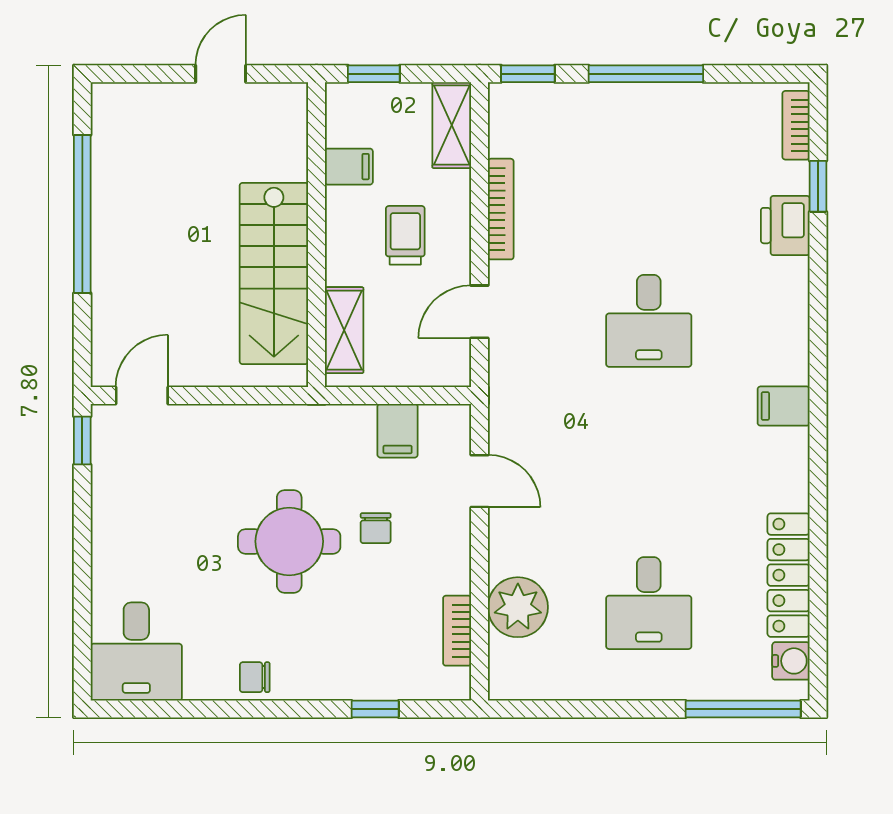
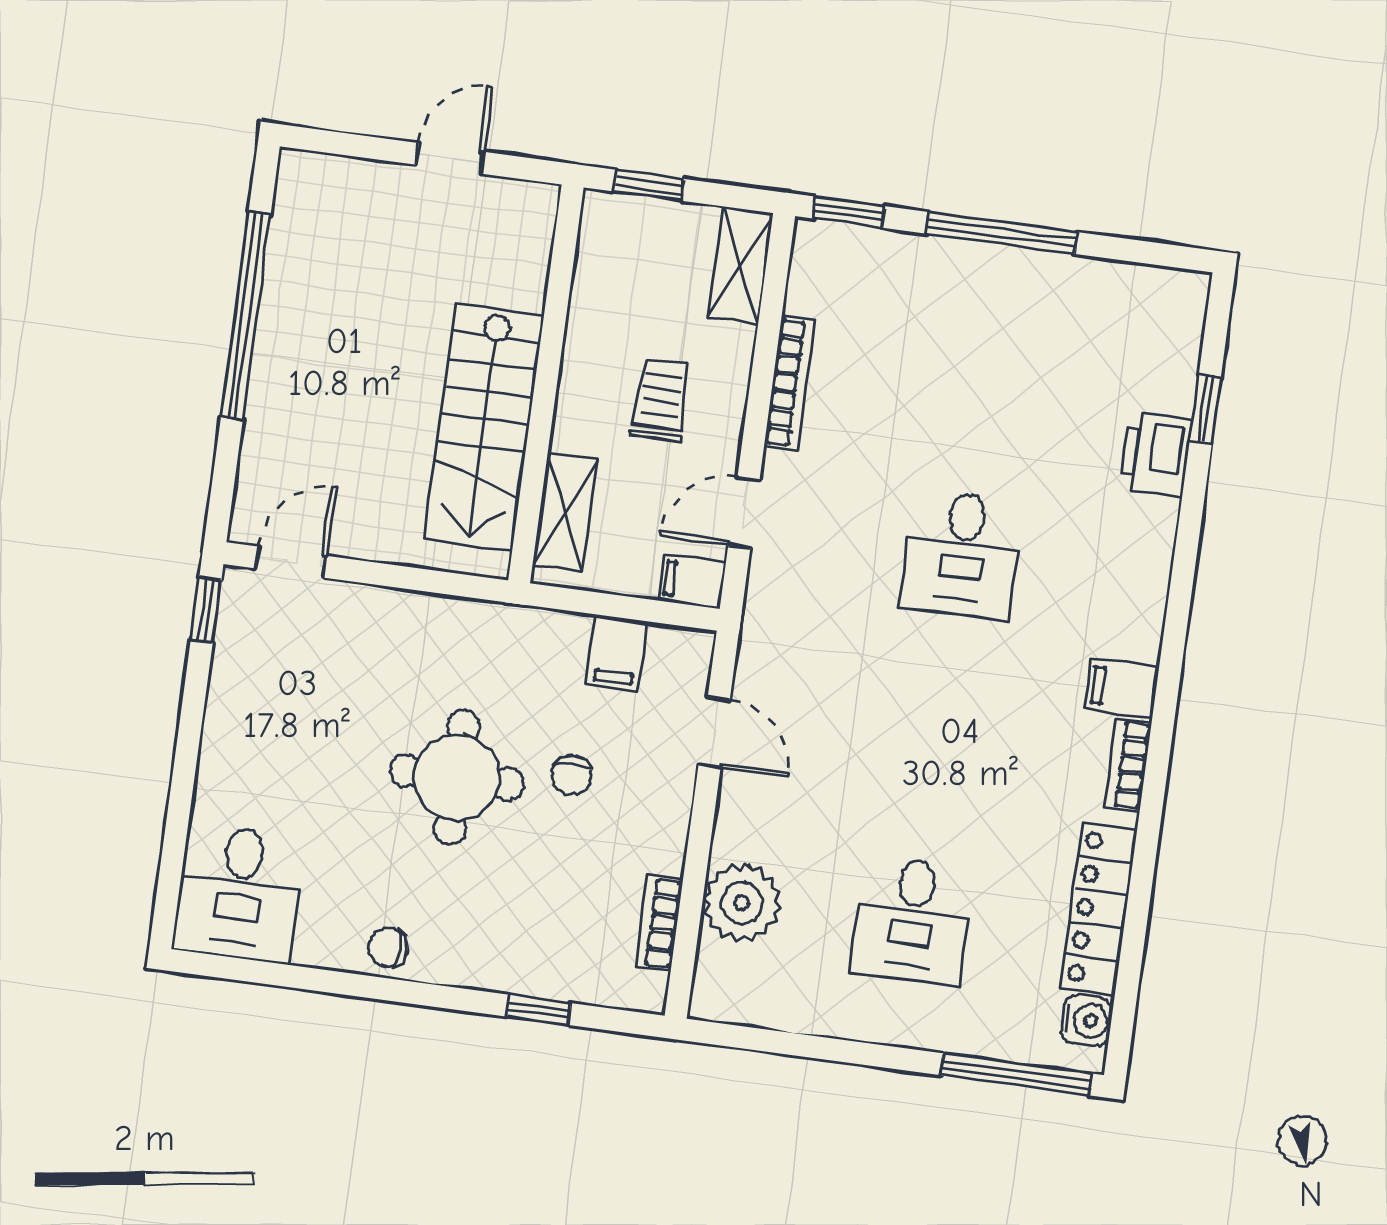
bookcase: (796, 125) -> (1128, 765), moved
filing cabinet: (349, 167) -> (692, 581), moved, turned 180

